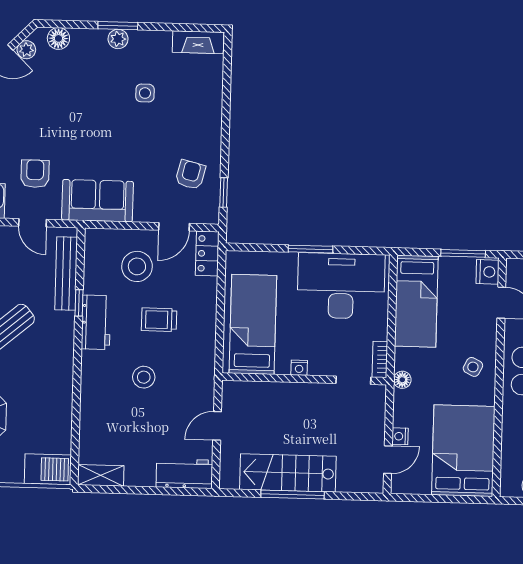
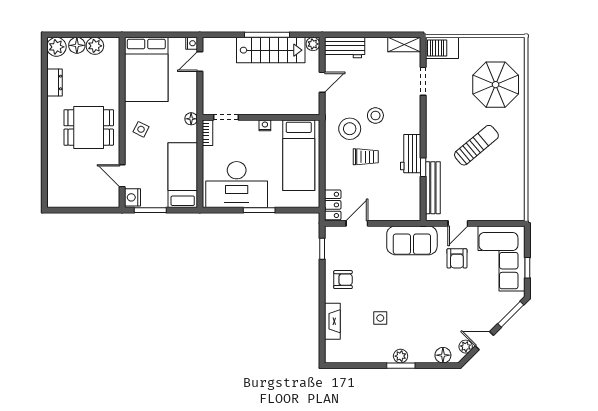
fireplace: (198, 42) -> (332, 321), moved, turned 90
armchair: (190, 175) -> (343, 280), moved, turned -104
door: (32, 223) -> (458, 223), swing flipped
stool: (137, 266) -> (350, 129), moved
doorway: (76, 423) -> (423, 81), added
nightstand: (400, 436) -> (192, 43), moved
plant: (229, 480) -> (313, 44), added

